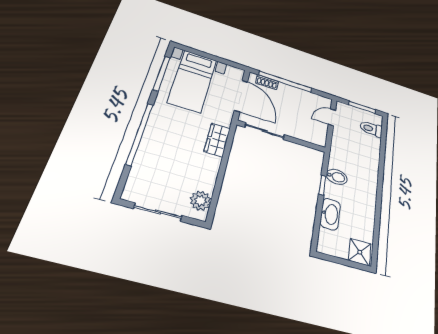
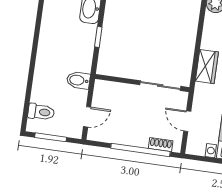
door: (241, 96) -> (187, 121), width x0.53
bidet: (337, 177) -> (78, 80), moved

